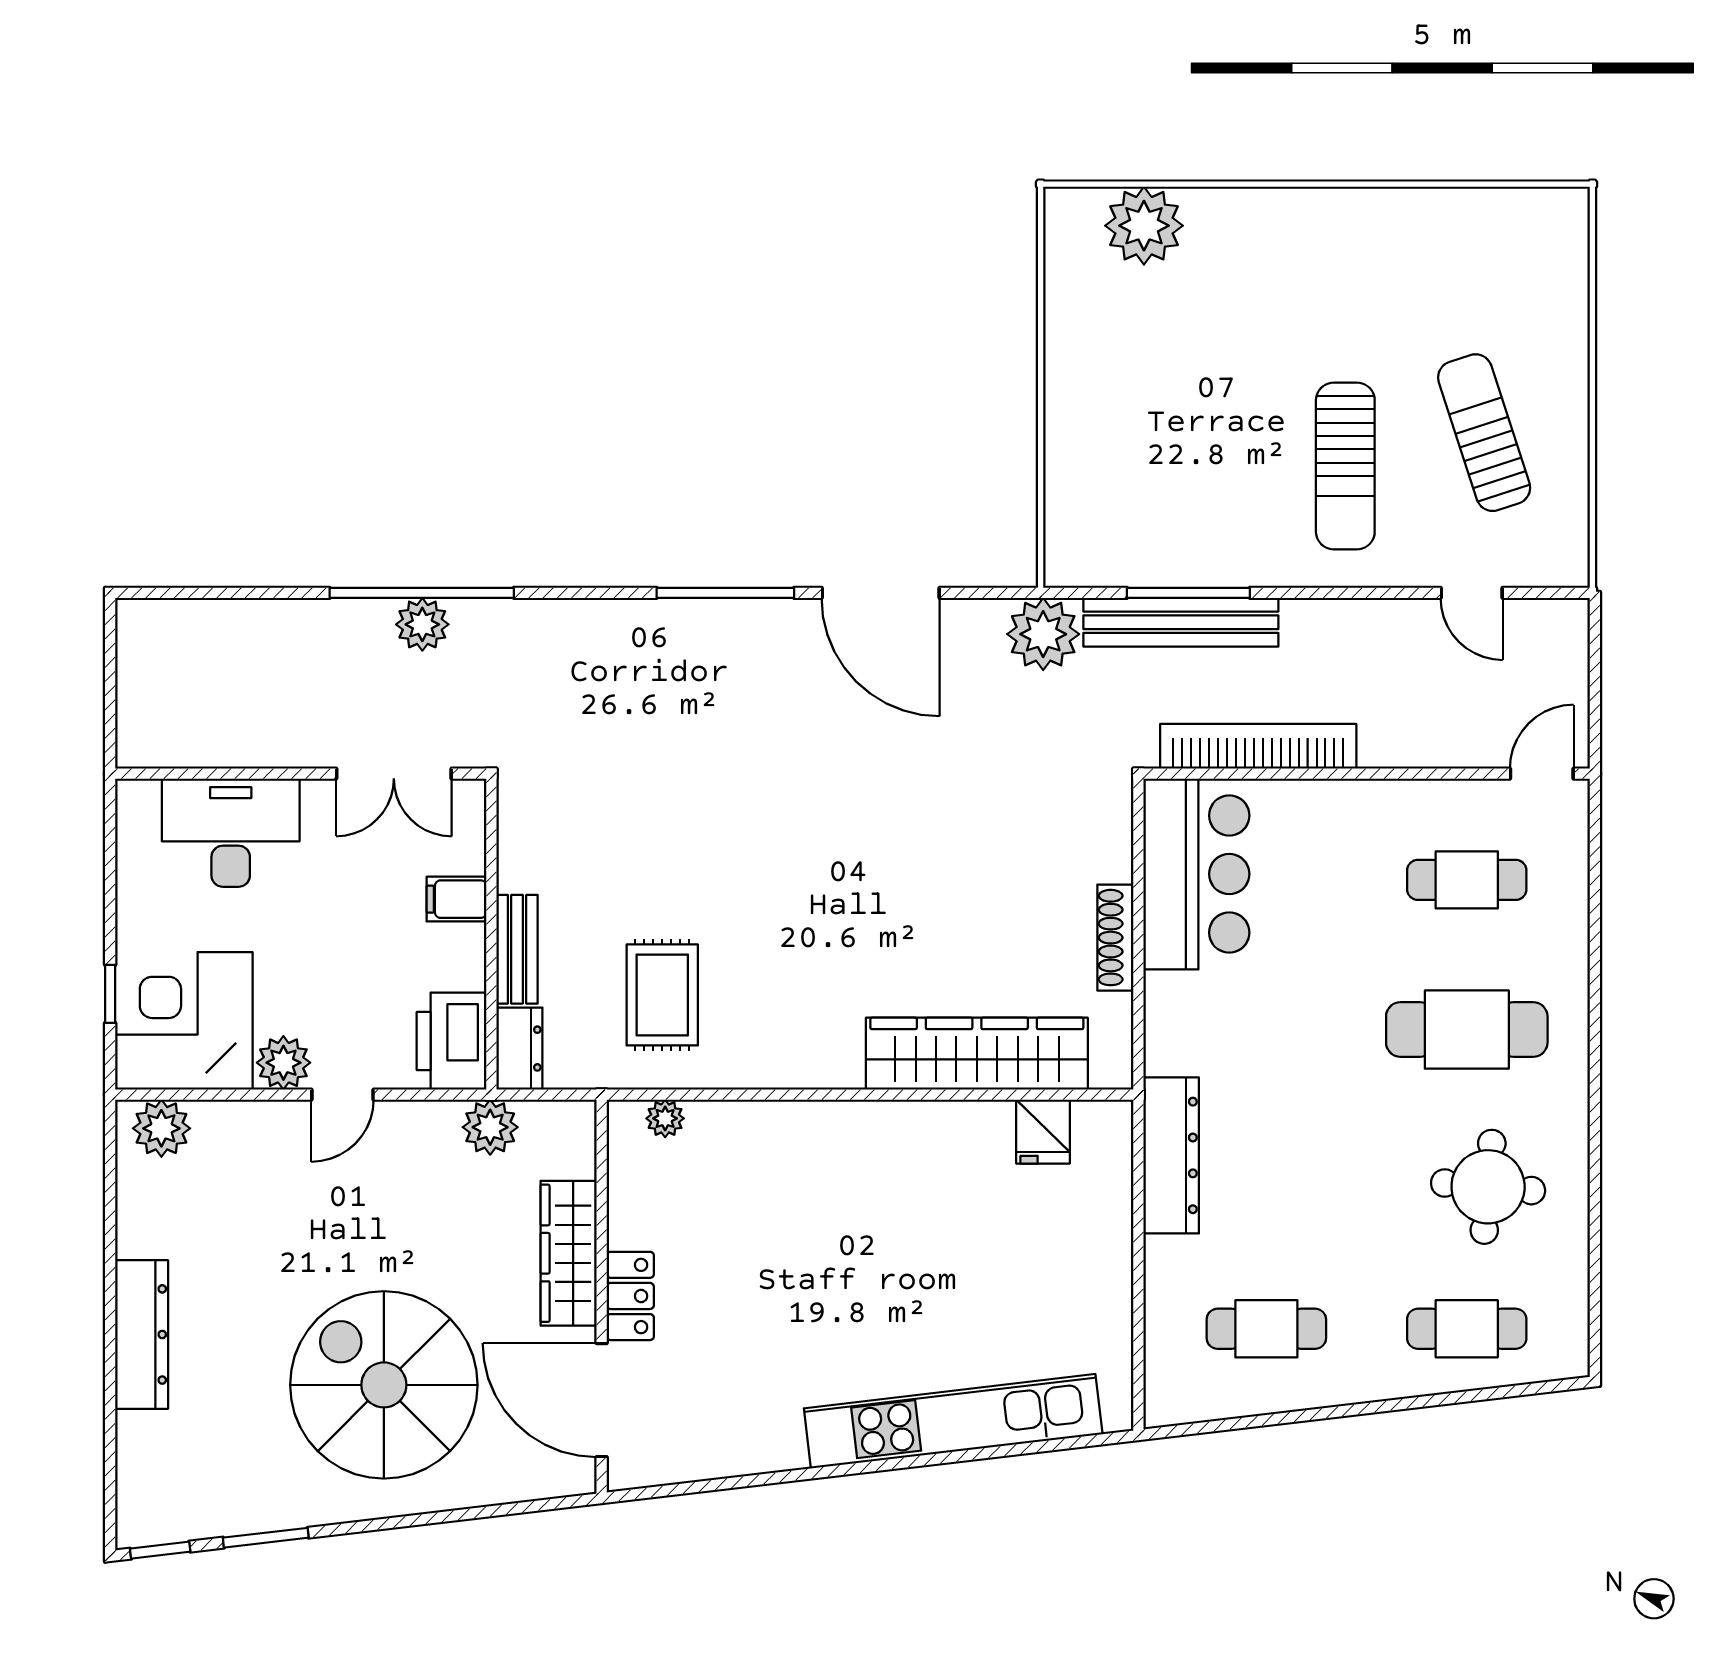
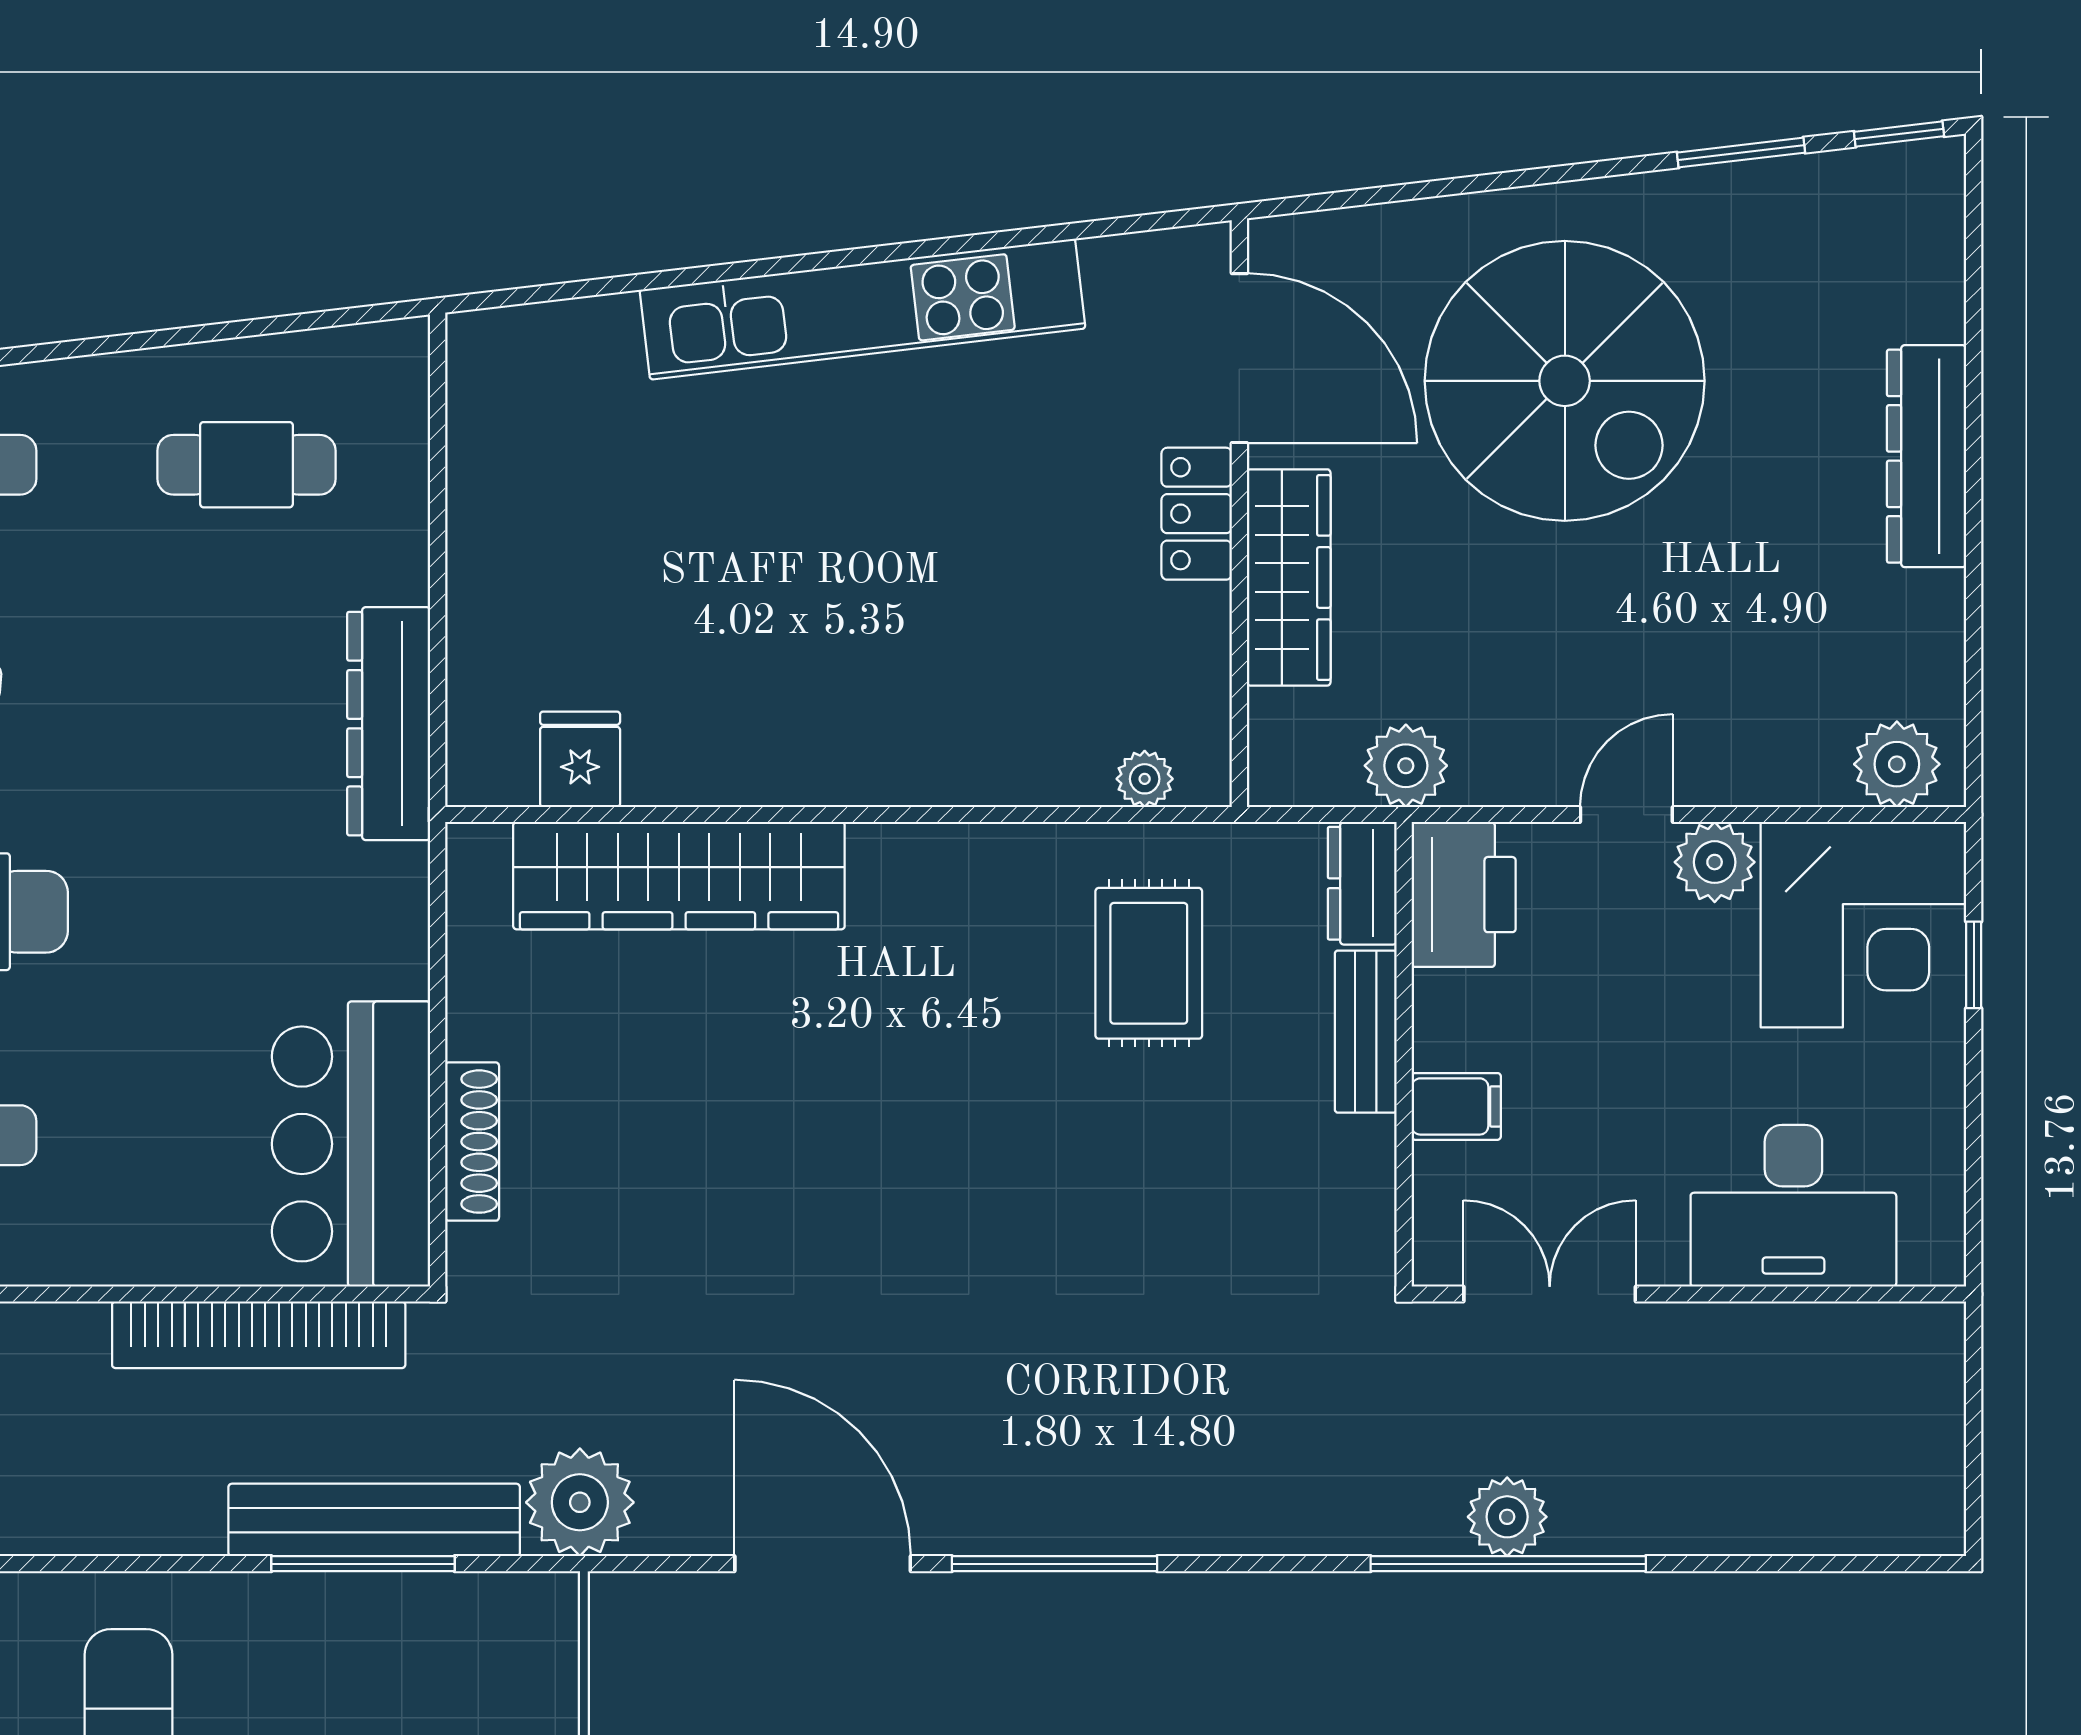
shoe rack: (1115, 938) -> (472, 1142), moved
kitchen unit: (953, 1421) -> (863, 309), moved

